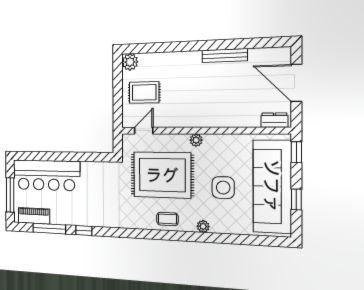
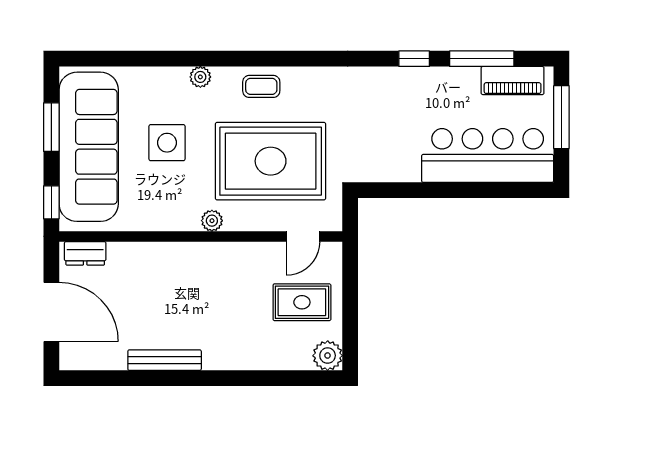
window: (296, 199) -> (51, 127), width x1.50

